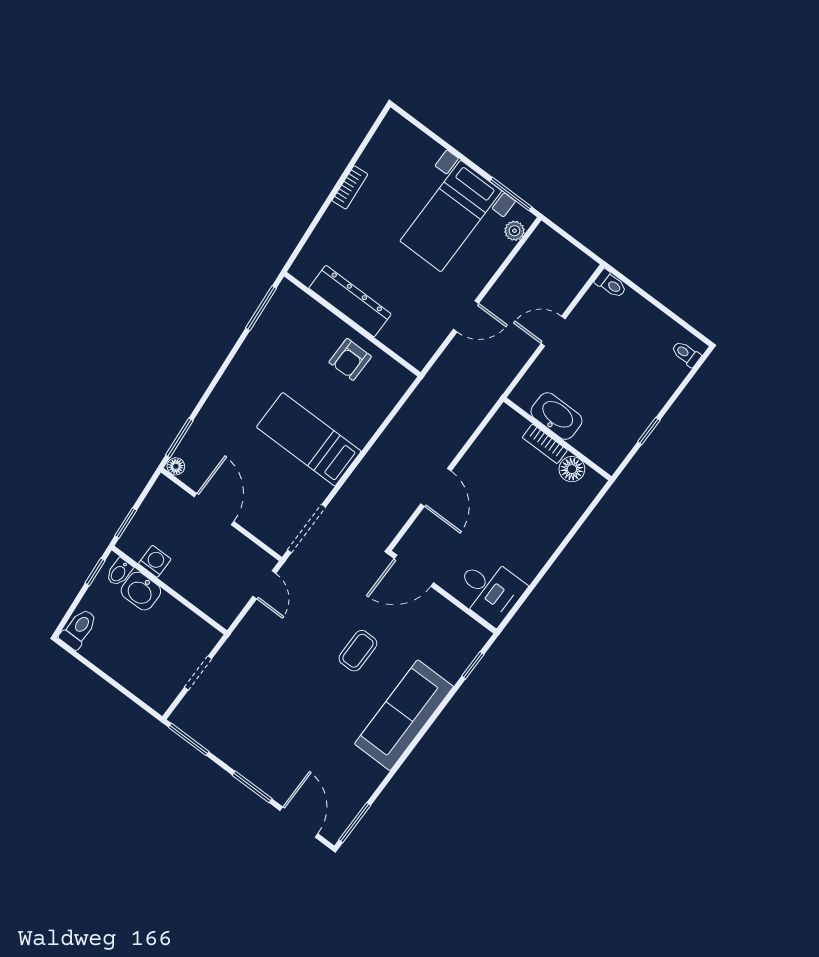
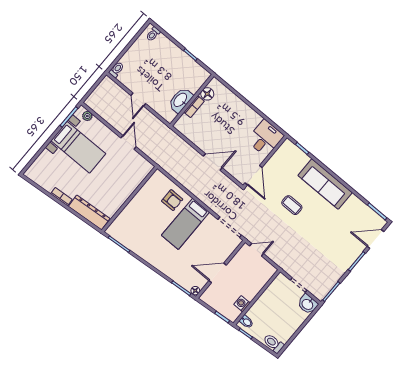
dresser: (350, 301) -> (89, 212), moved, turned 85
armchair: (350, 359) -> (172, 200), moved
washbasin: (141, 591) -> (308, 304), moved, turned 90

